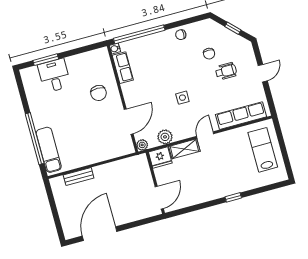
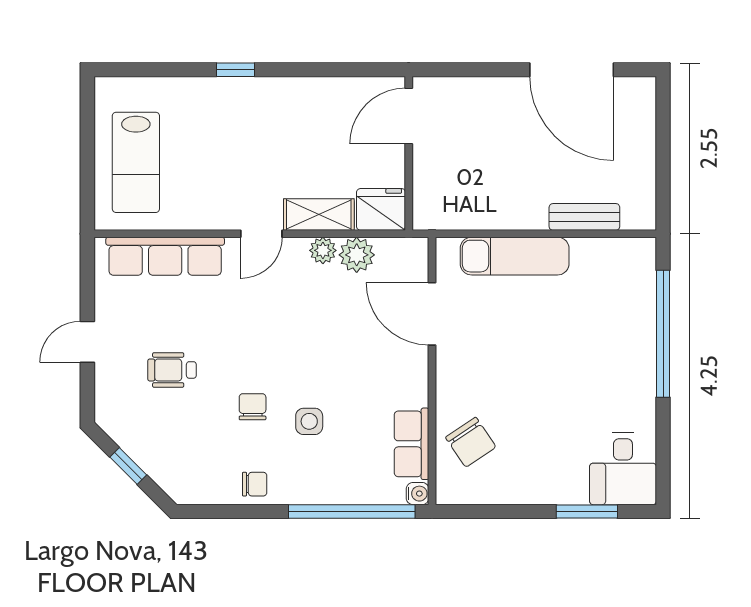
chair: (209, 54) -> (253, 407), moved
desk: (54, 76) -> (623, 469), moved
chair: (99, 93) -> (471, 442), moved, turned 146
side table: (182, 98) -> (309, 421), moved
door: (129, 122) -> (432, 314), hinge flipped
plant: (142, 145) -> (323, 250), moved
exam couch: (49, 150) -> (515, 256), moved, turned -90
door: (100, 234) -> (572, 70), hinge flipped

